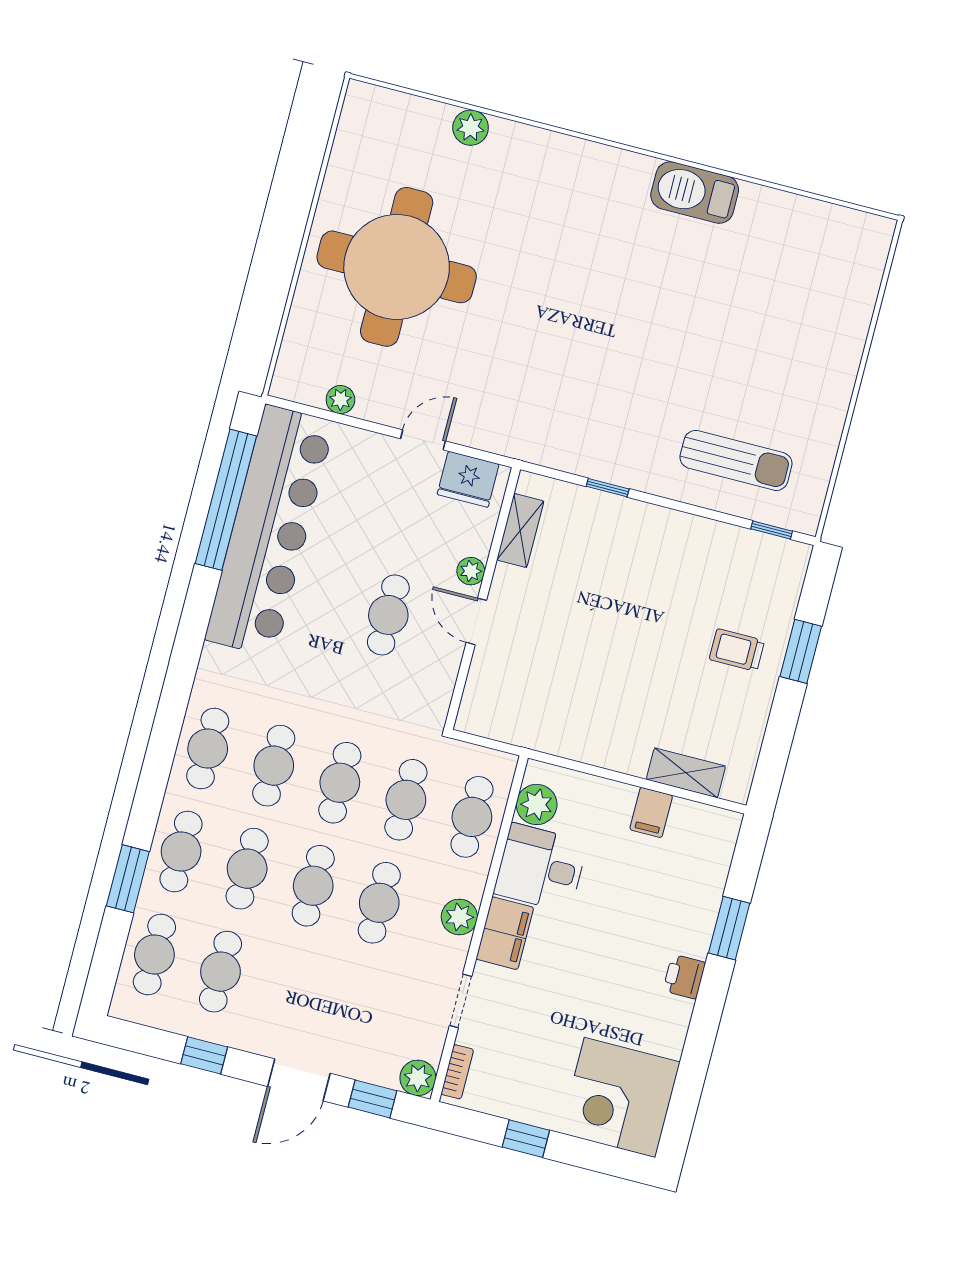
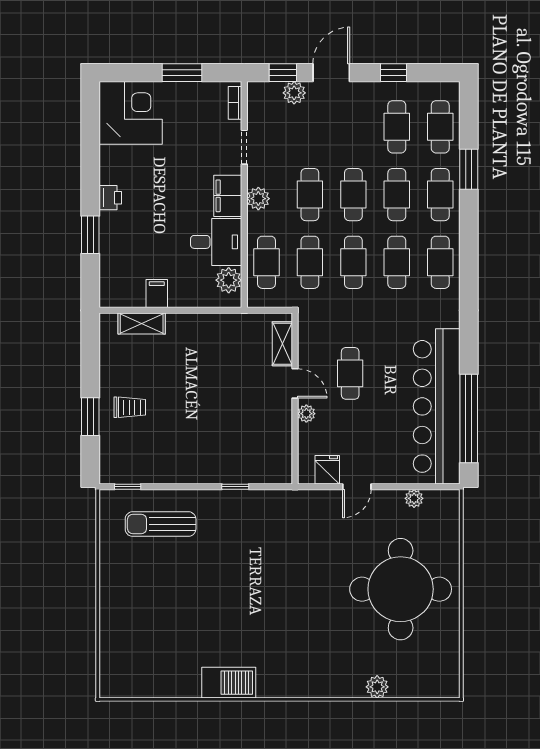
fridge: (468, 479) -> (327, 470), width x0.72
shelving: (520, 530) -> (282, 344), moved
plant: (418, 1078) -> (294, 93), moved
window: (526, 1139) -> (182, 73), width x1.50

